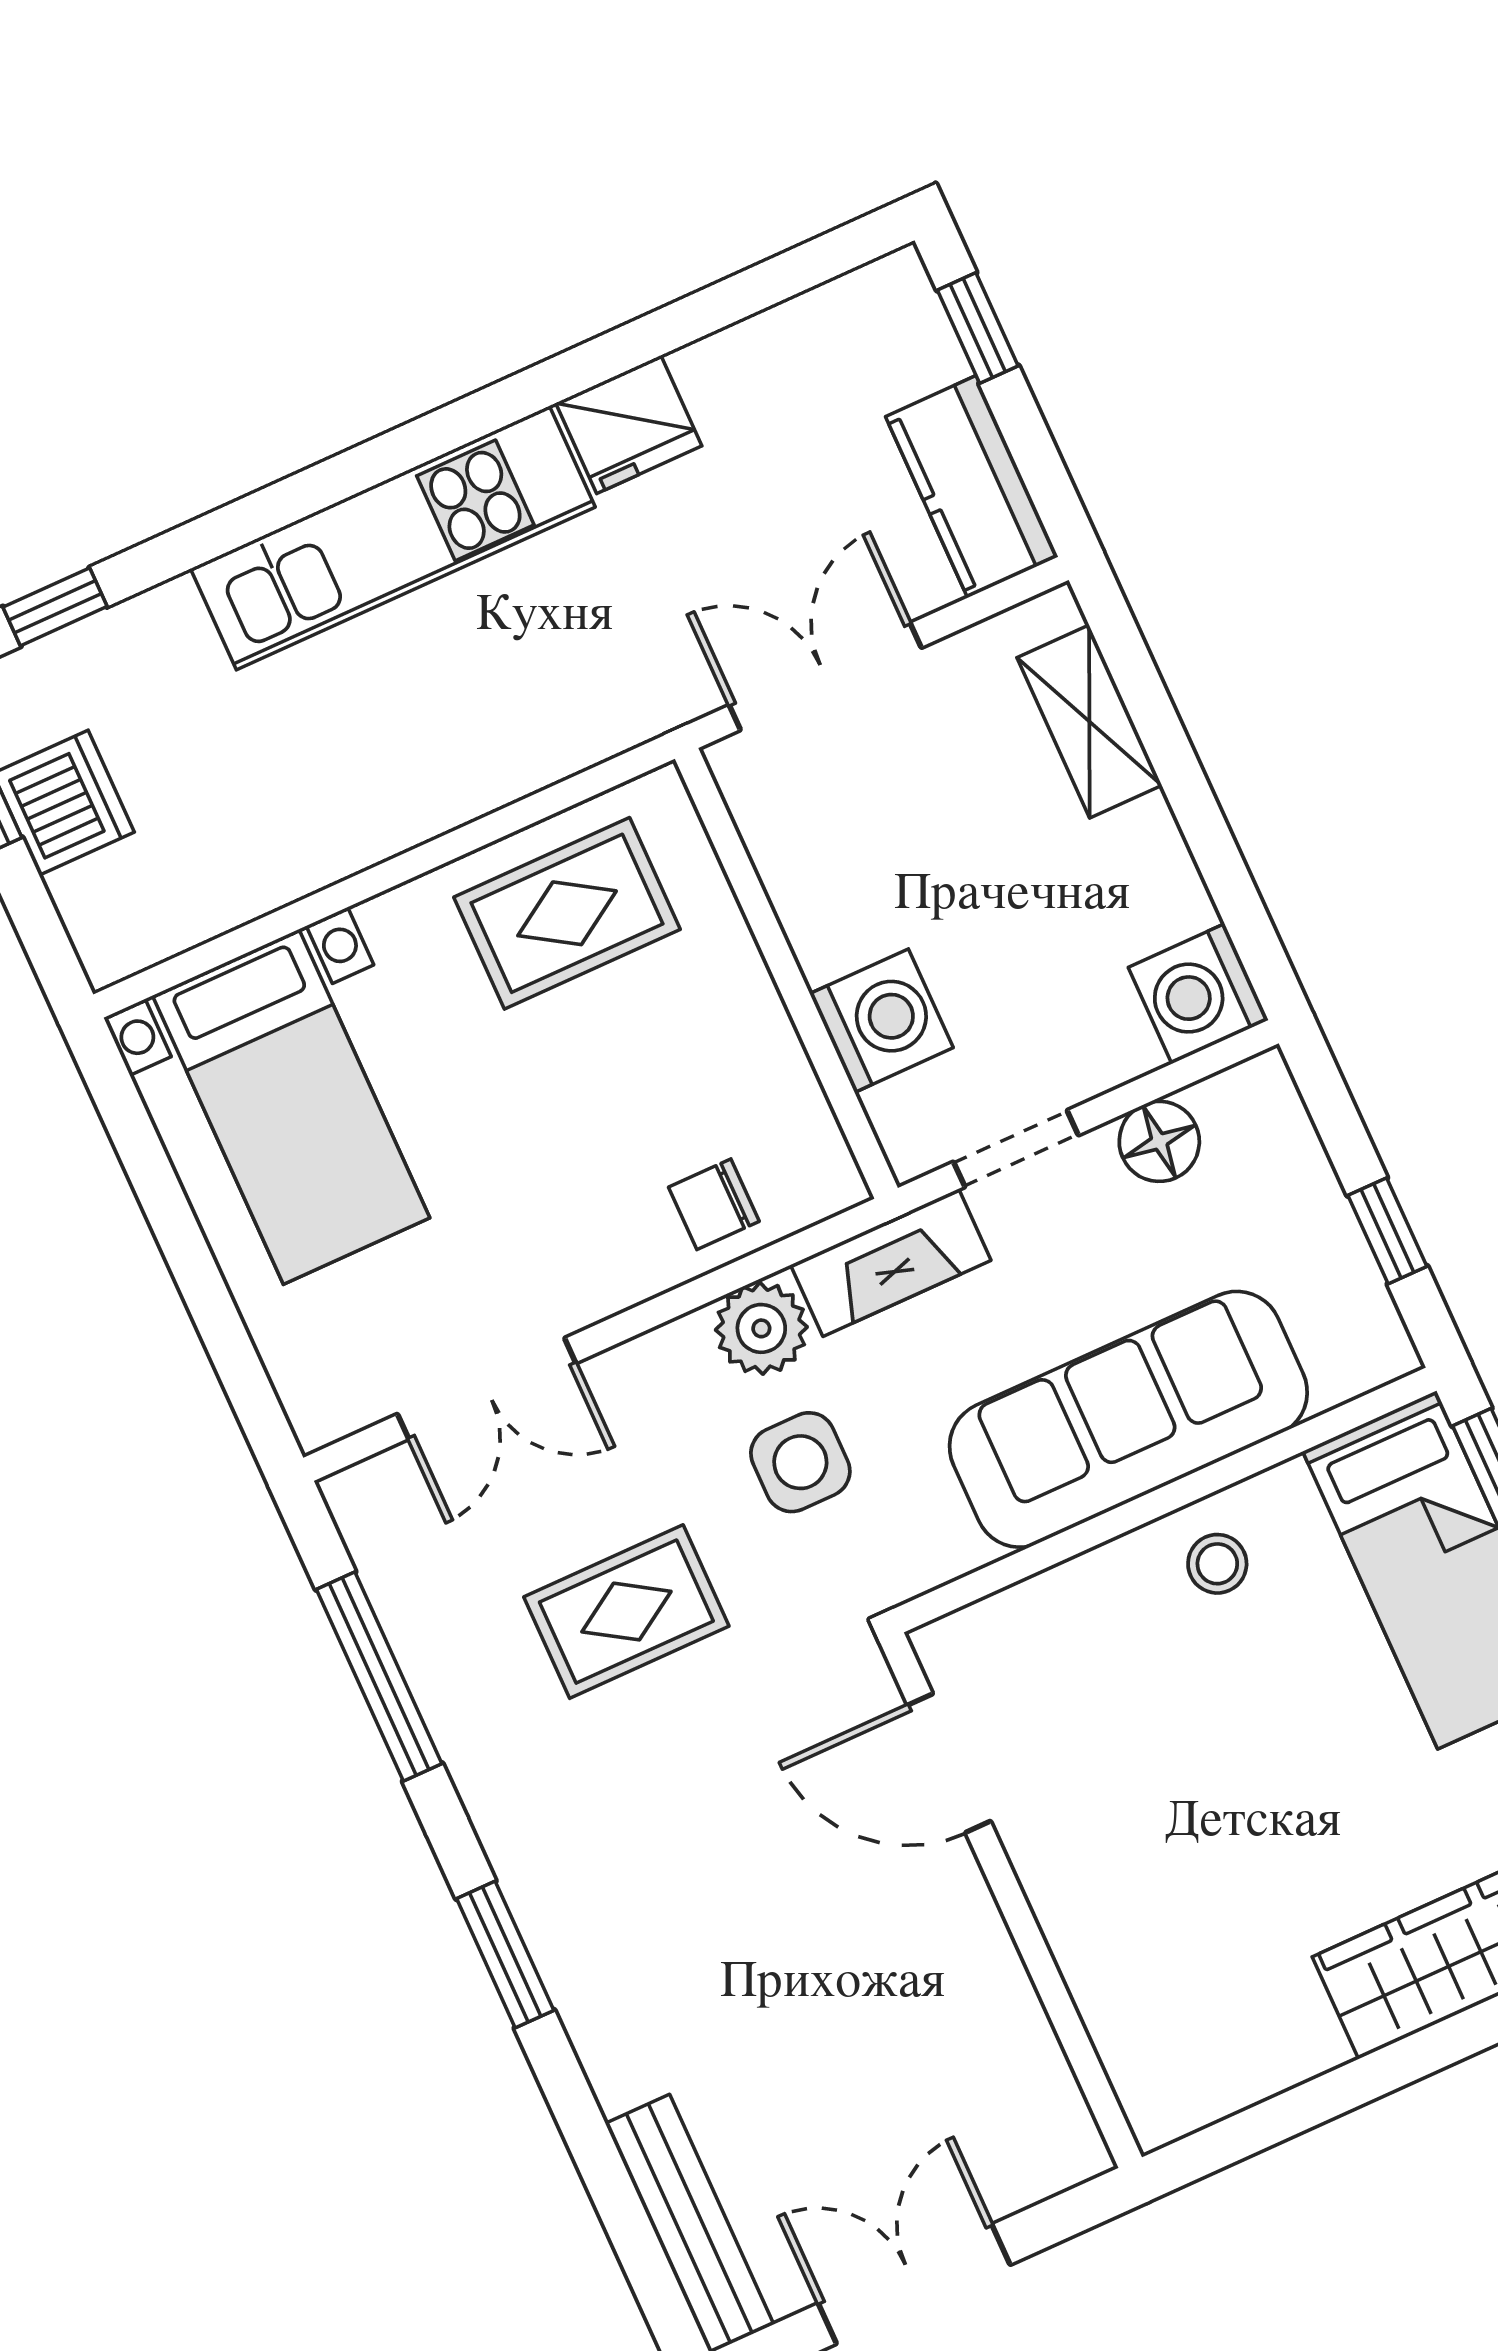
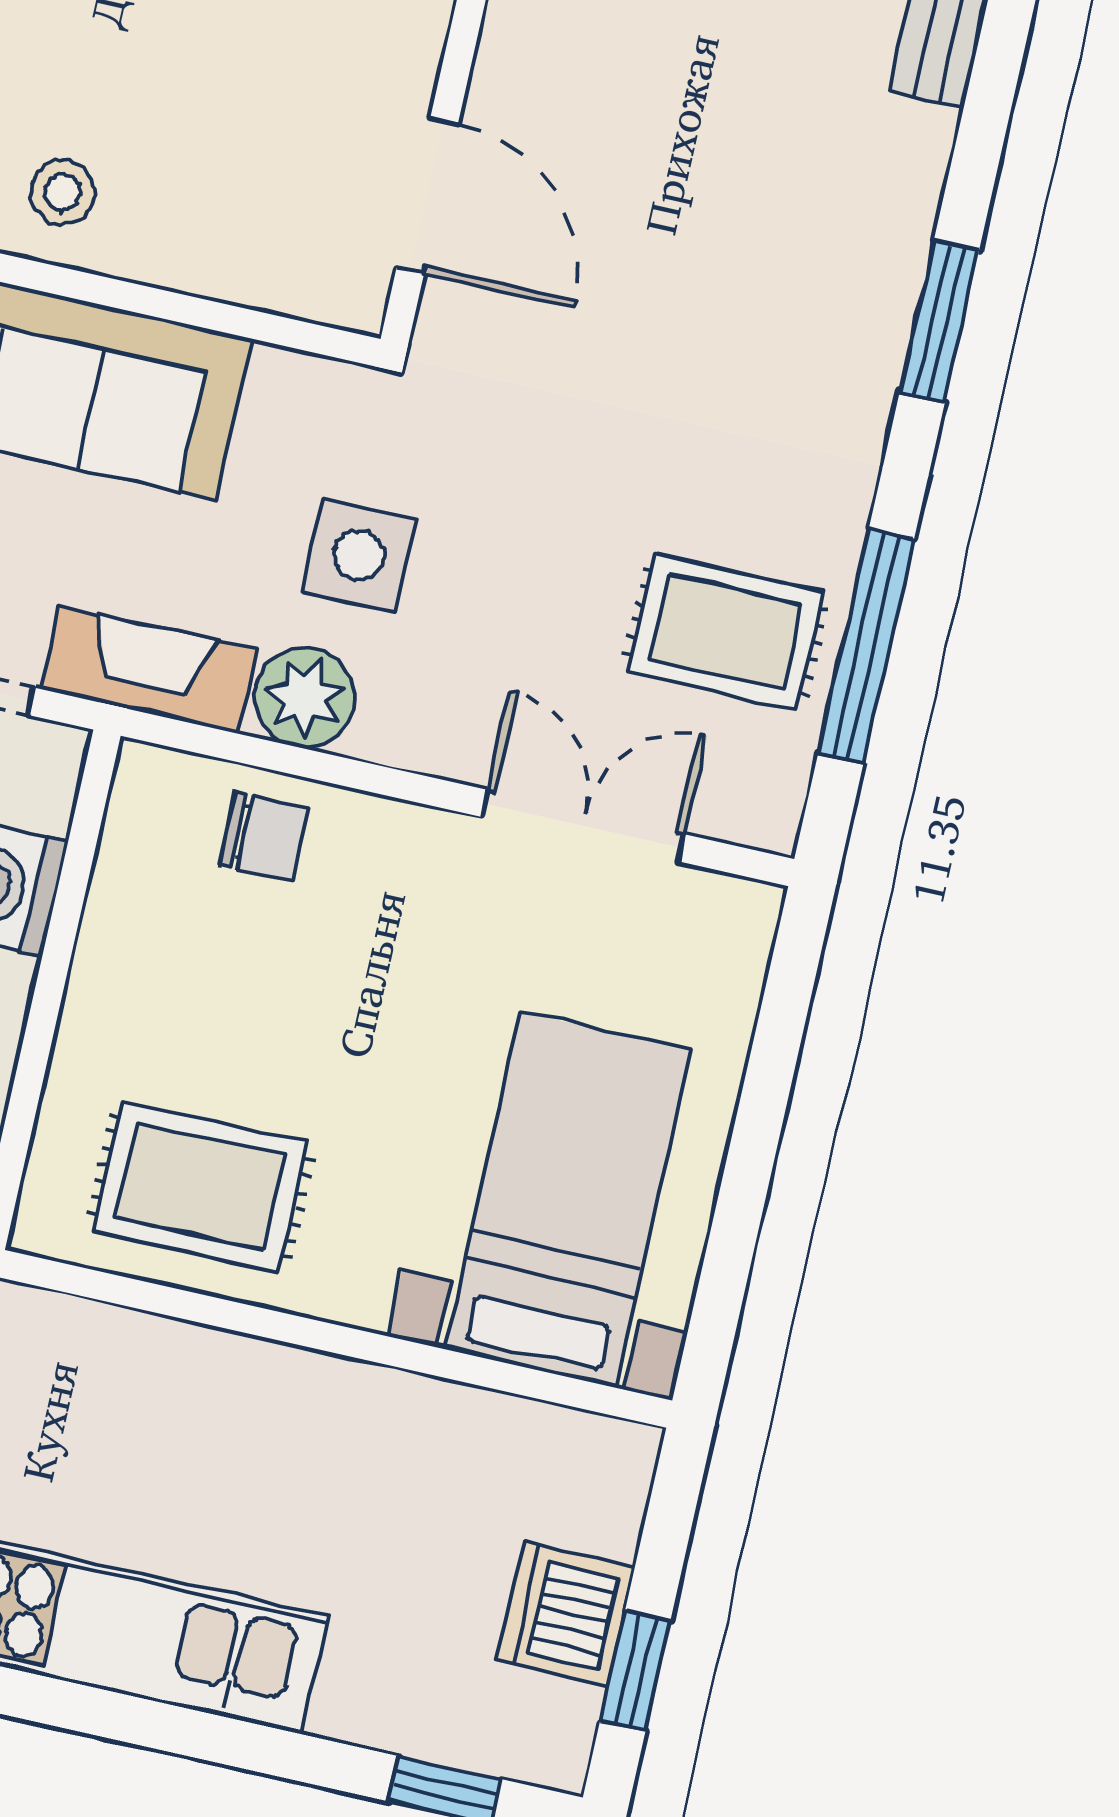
rug: (626, 1612) -> (726, 632), moved

